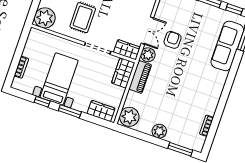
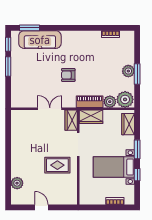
plant: (45, 18) -> (68, 196), removed
armchair: (173, 40) -> (68, 75), moved
plant: (148, 55) -> (110, 102), moved
window: (180, 149) -> (137, 74), moved

